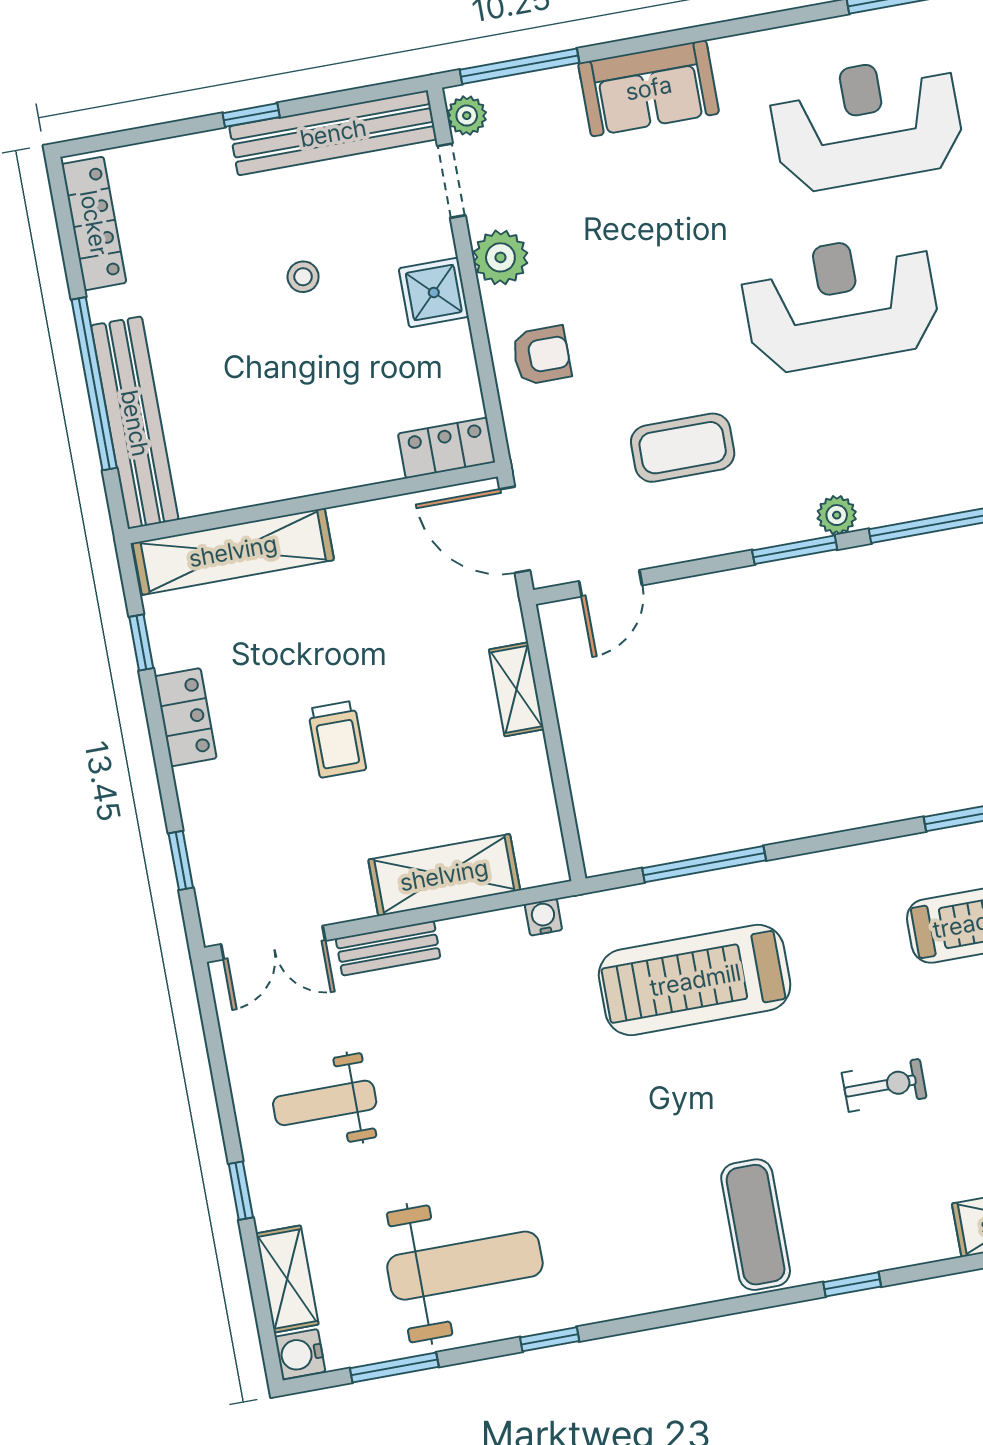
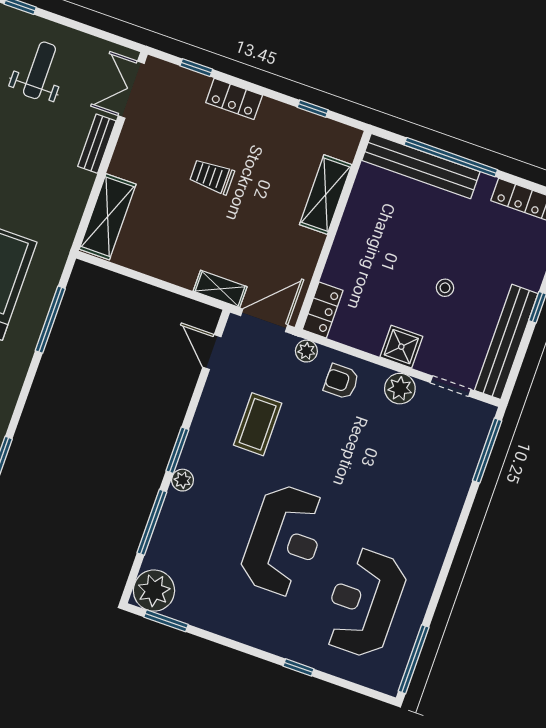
sofa: (649, 88) -> (441, 507), removed
plant: (467, 116) -> (306, 351), moved
reception desk: (867, 123) -> (364, 603), turned 180
armchair: (542, 355) -> (341, 381), turned 90
shelving: (233, 551) -> (326, 195), width x0.68
shelving: (516, 689) -> (220, 289), moved
locker: (186, 717) -> (234, 99), moved
shelving: (444, 875) -> (108, 217), moved
water cooler: (543, 917) -> (69, 227), removed

